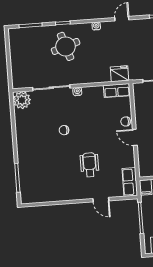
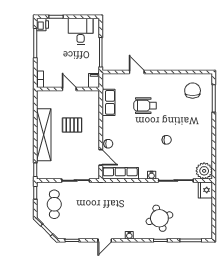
fridge: (120, 74) -> (205, 190), moved, turned 90
row of seats: (117, 91) -> (120, 173), width x1.48
door: (135, 137) -> (101, 157), moved
wheelchair: (90, 165) -> (145, 106), turned 90
row of seats: (130, 182) -> (109, 102), moved
chair: (40, 184) -> (193, 91), added

